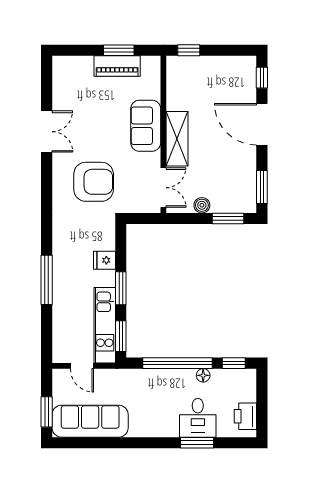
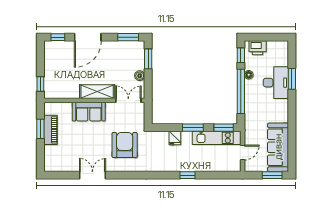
window: (47, 280) -> (188, 175), width x0.46
printer: (245, 416) -> (258, 48), moved
desk: (198, 418) -> (276, 83), width x1.37

